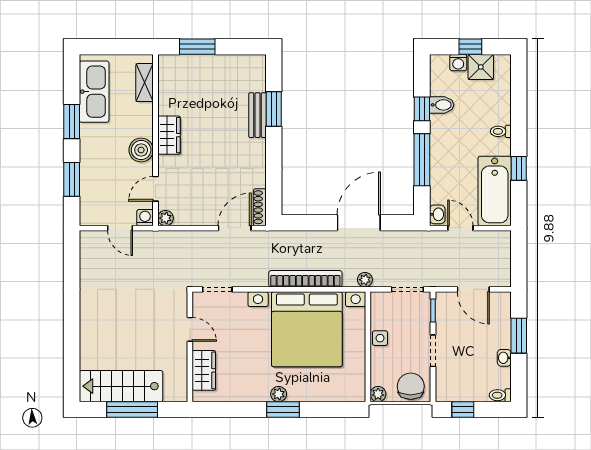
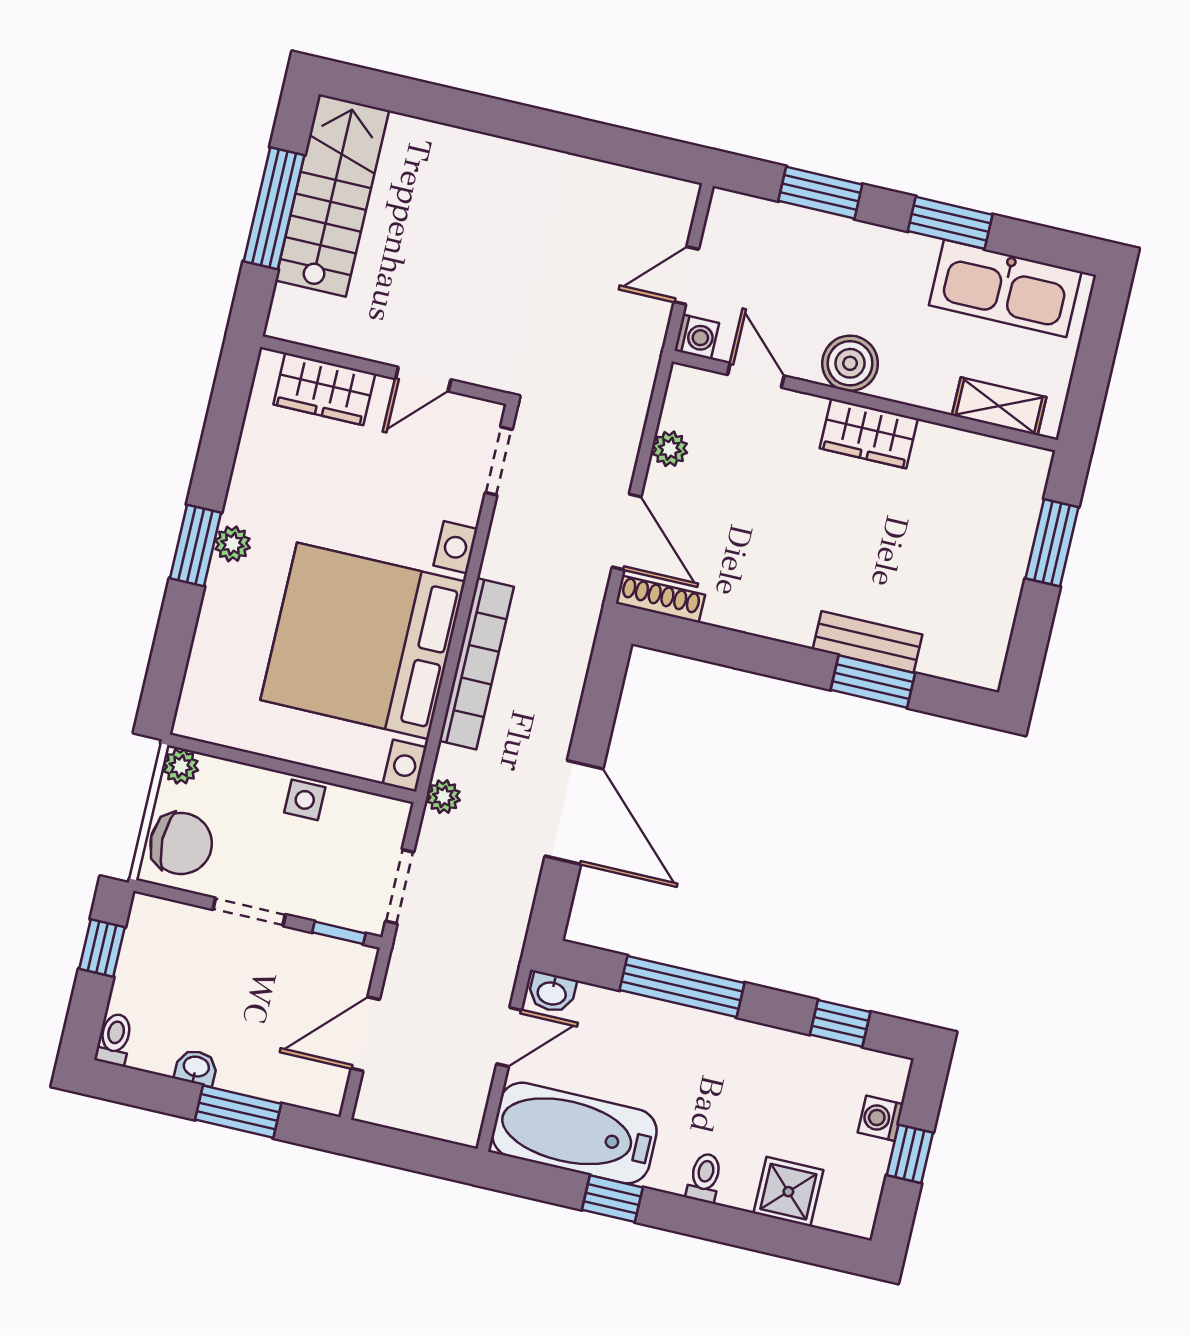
shower: (481, 67) -> (788, 1192), moved
bidet: (442, 105) -> (794, 1059), removed
window: (422, 109) -> (840, 1023), moved
plant: (166, 218) -> (670, 449), moved

